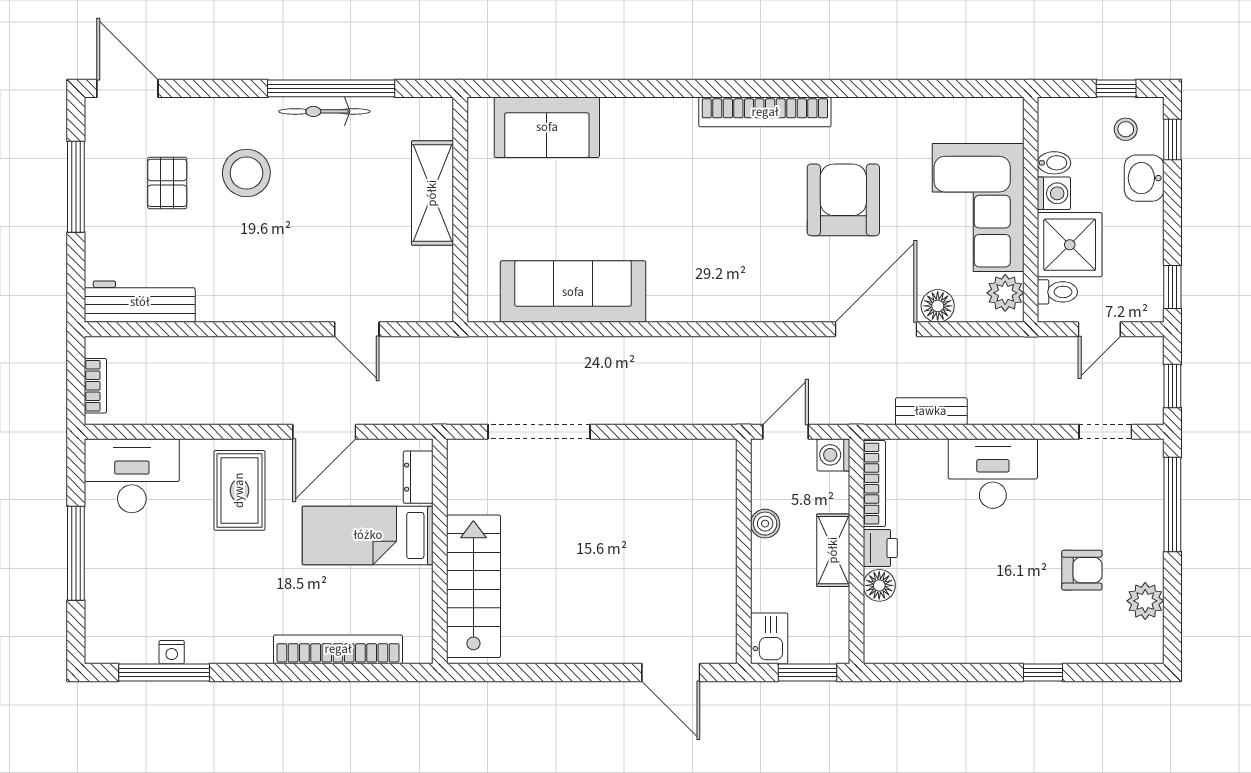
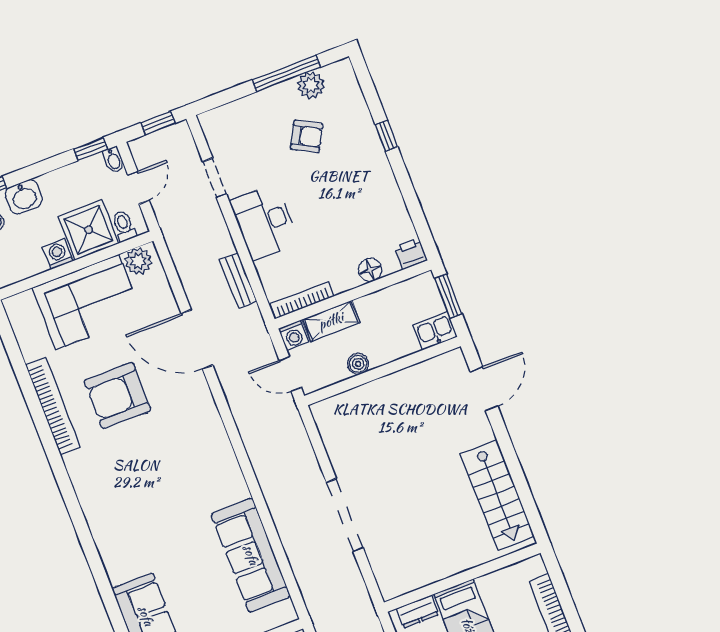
bookcase: (765, 112) -> (53, 406), moved
bidet: (1054, 163) -> (113, 160), moved, turned 180
floor lamp: (938, 306) -> (165, 304), removed
door: (1099, 329) -> (138, 188), hinge flipped
doorway: (539, 432) -> (345, 515), moved
doorway: (1105, 432) -> (215, 178), moved
window: (1172, 505) -> (286, 73), moved
printer: (880, 548) -> (411, 254), moved
shelving: (833, 550) -> (331, 321), moved
armchair: (1082, 570) -> (307, 136), turned 119
stairs: (473, 586) -> (497, 495), moved, turned -90

